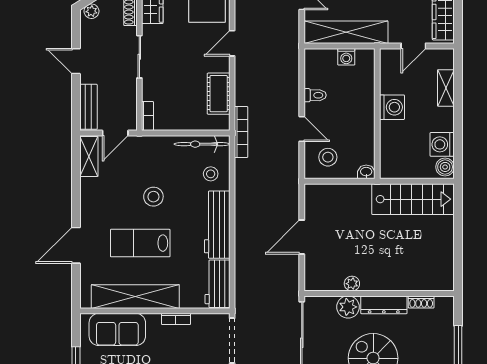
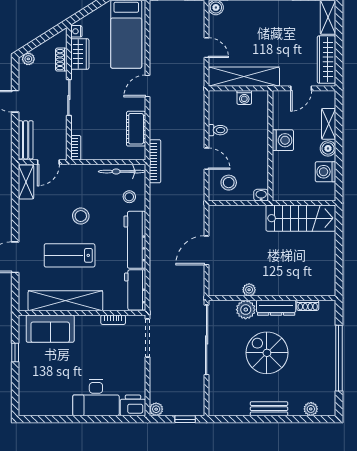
boiler: (445, 167) -> (328, 148), moved
bookcase: (176, 319) -> (113, 320), moved

